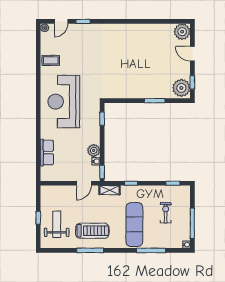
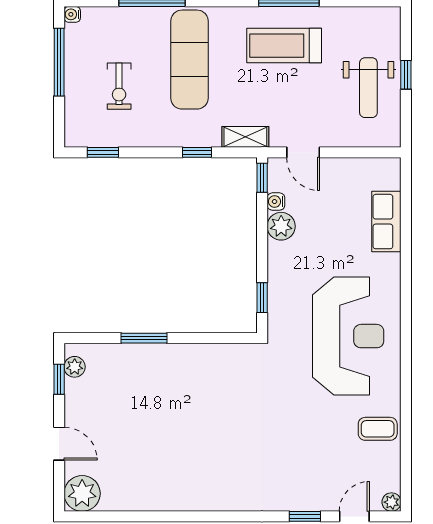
plant: (181, 88) -> (75, 367), width x0.53, depth x0.53
door: (84, 183) -> (303, 152), swing flipped
weight bench: (57, 224) -> (368, 88), moved

